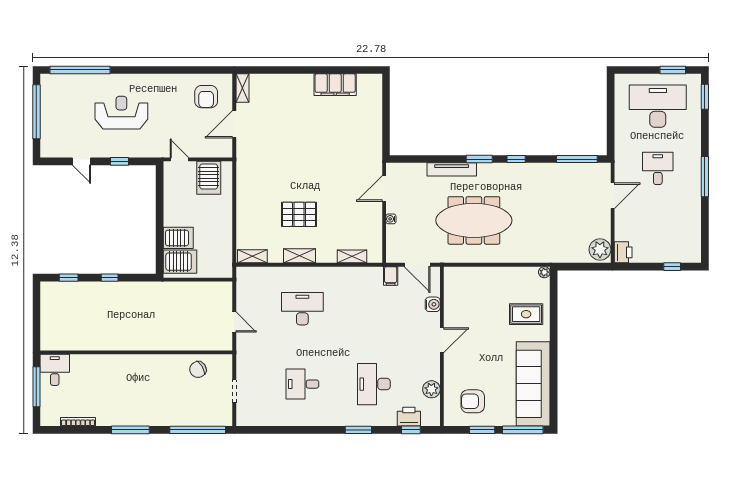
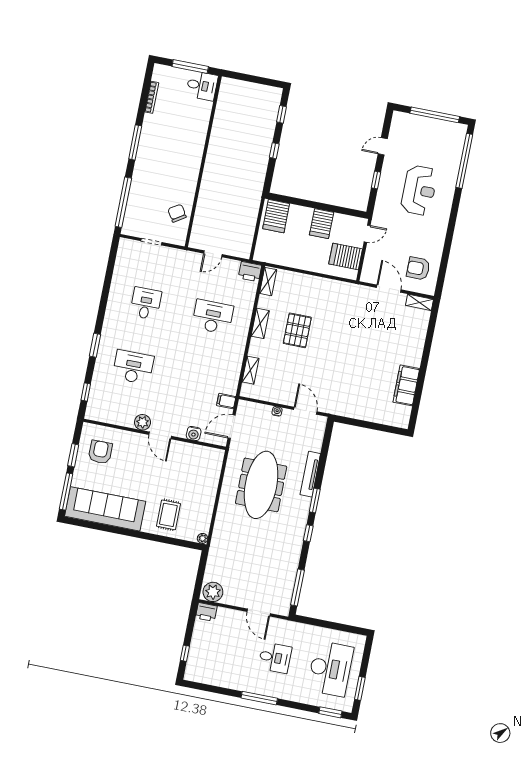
server rack: (178, 238) -> (322, 224), moved
desk: (302, 309) -> (213, 317), turned -90
plant: (431, 389) -> (143, 422), moved
printer: (409, 417) -> (250, 272), moved, turned 90

